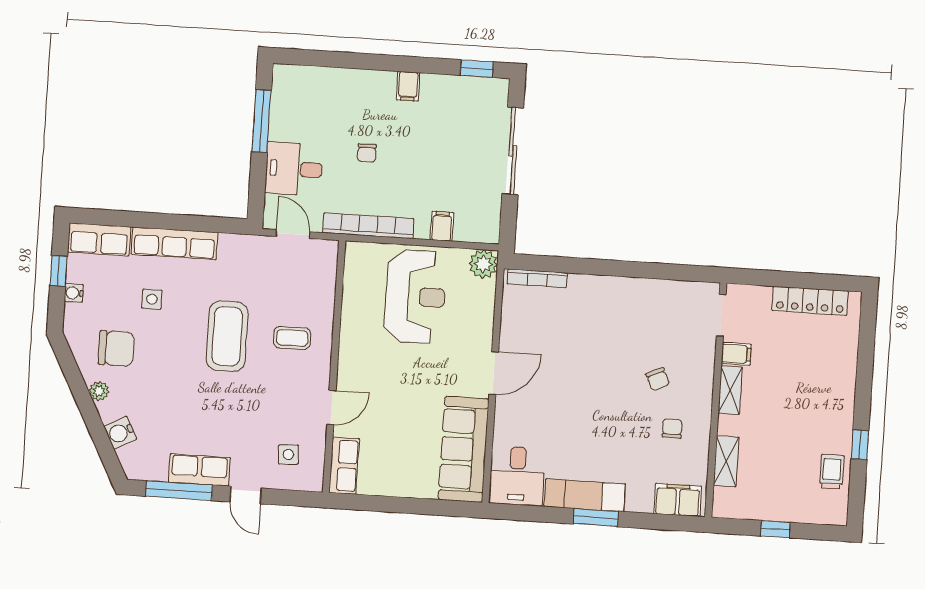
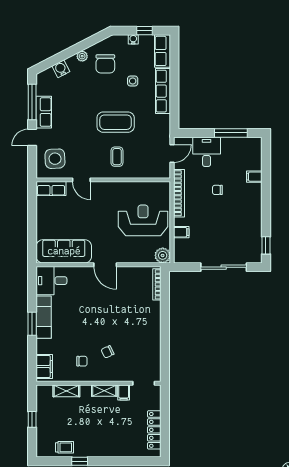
filing cabinet: (408, 86) -> (254, 177), moved
reception desk: (415, 297) -> (143, 220), turned 180
side table: (288, 455) -> (55, 159), width x1.87, depth x1.87

